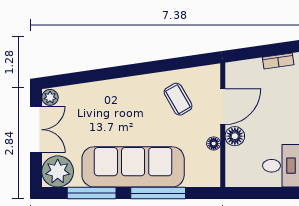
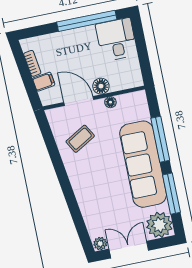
filing cabinet: (254, 70) -> (44, 82), added

